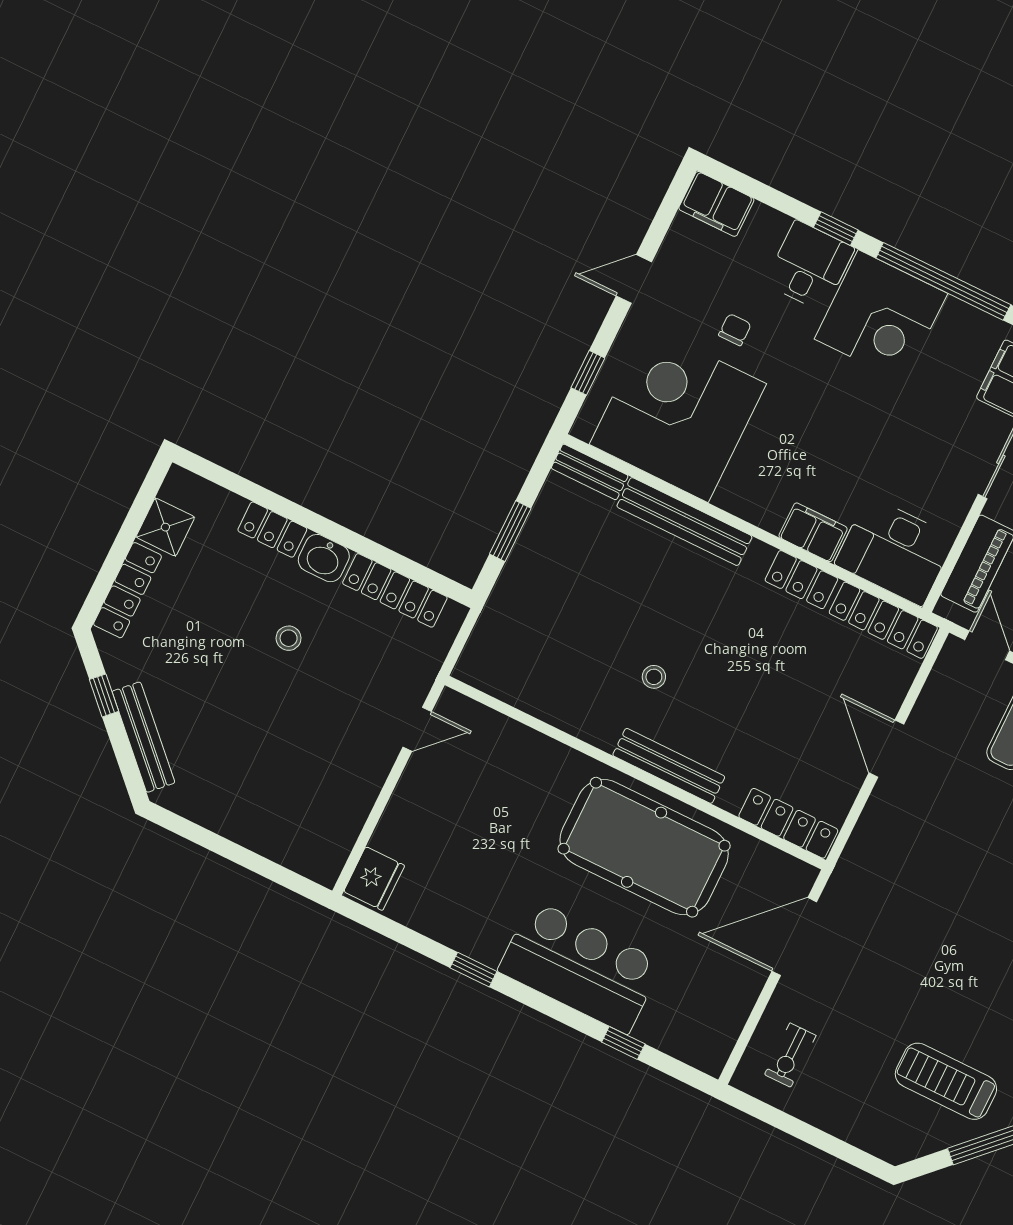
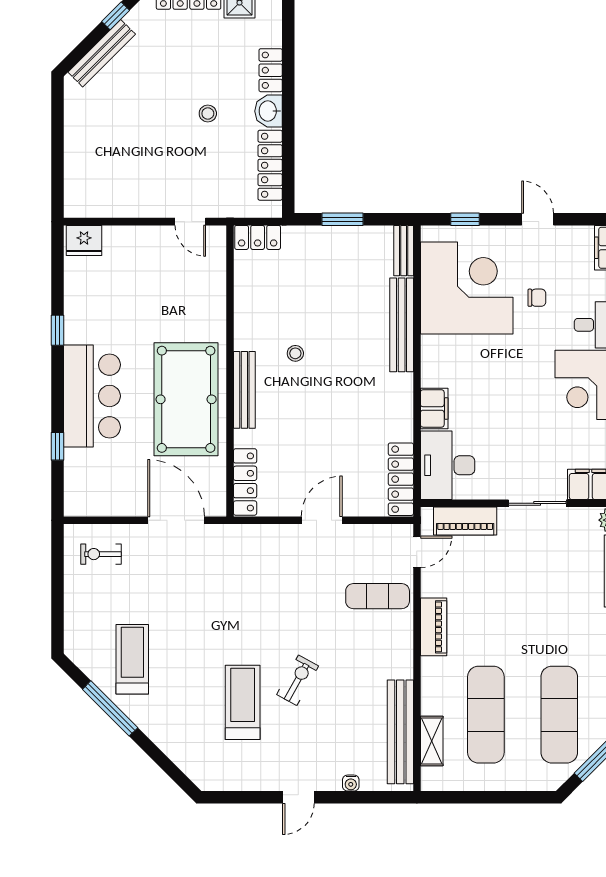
locker: (801, 580) -> (258, 237), moved, turned -90

